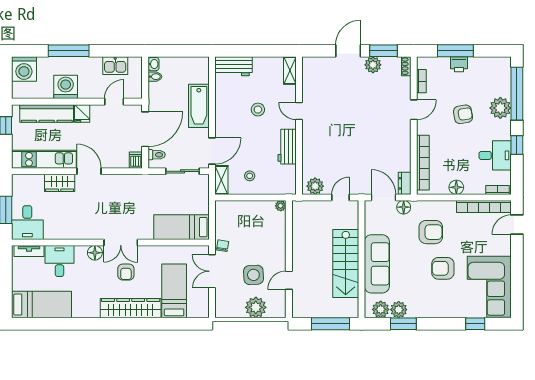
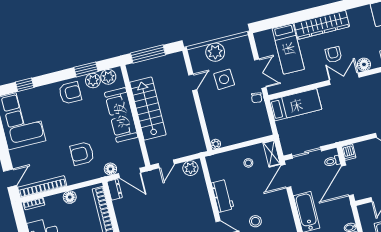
armchair: (443, 268) -> (70, 93), moved

